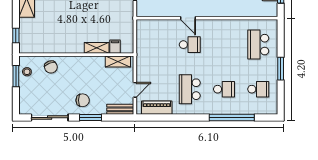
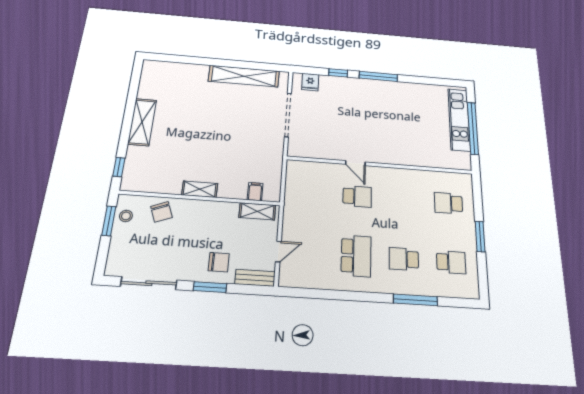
school desk: (258, 45) -> (448, 203), width x0.54
shelving: (97, 48) -> (200, 189), moved
school desk: (190, 89) -> (356, 256), turned 180
school desk: (224, 89) -> (404, 259), turned 180
chair: (83, 100) -> (219, 262), moved
piano: (157, 108) -> (308, 279), removed
window: (232, 118) -> (415, 300), width x0.68

